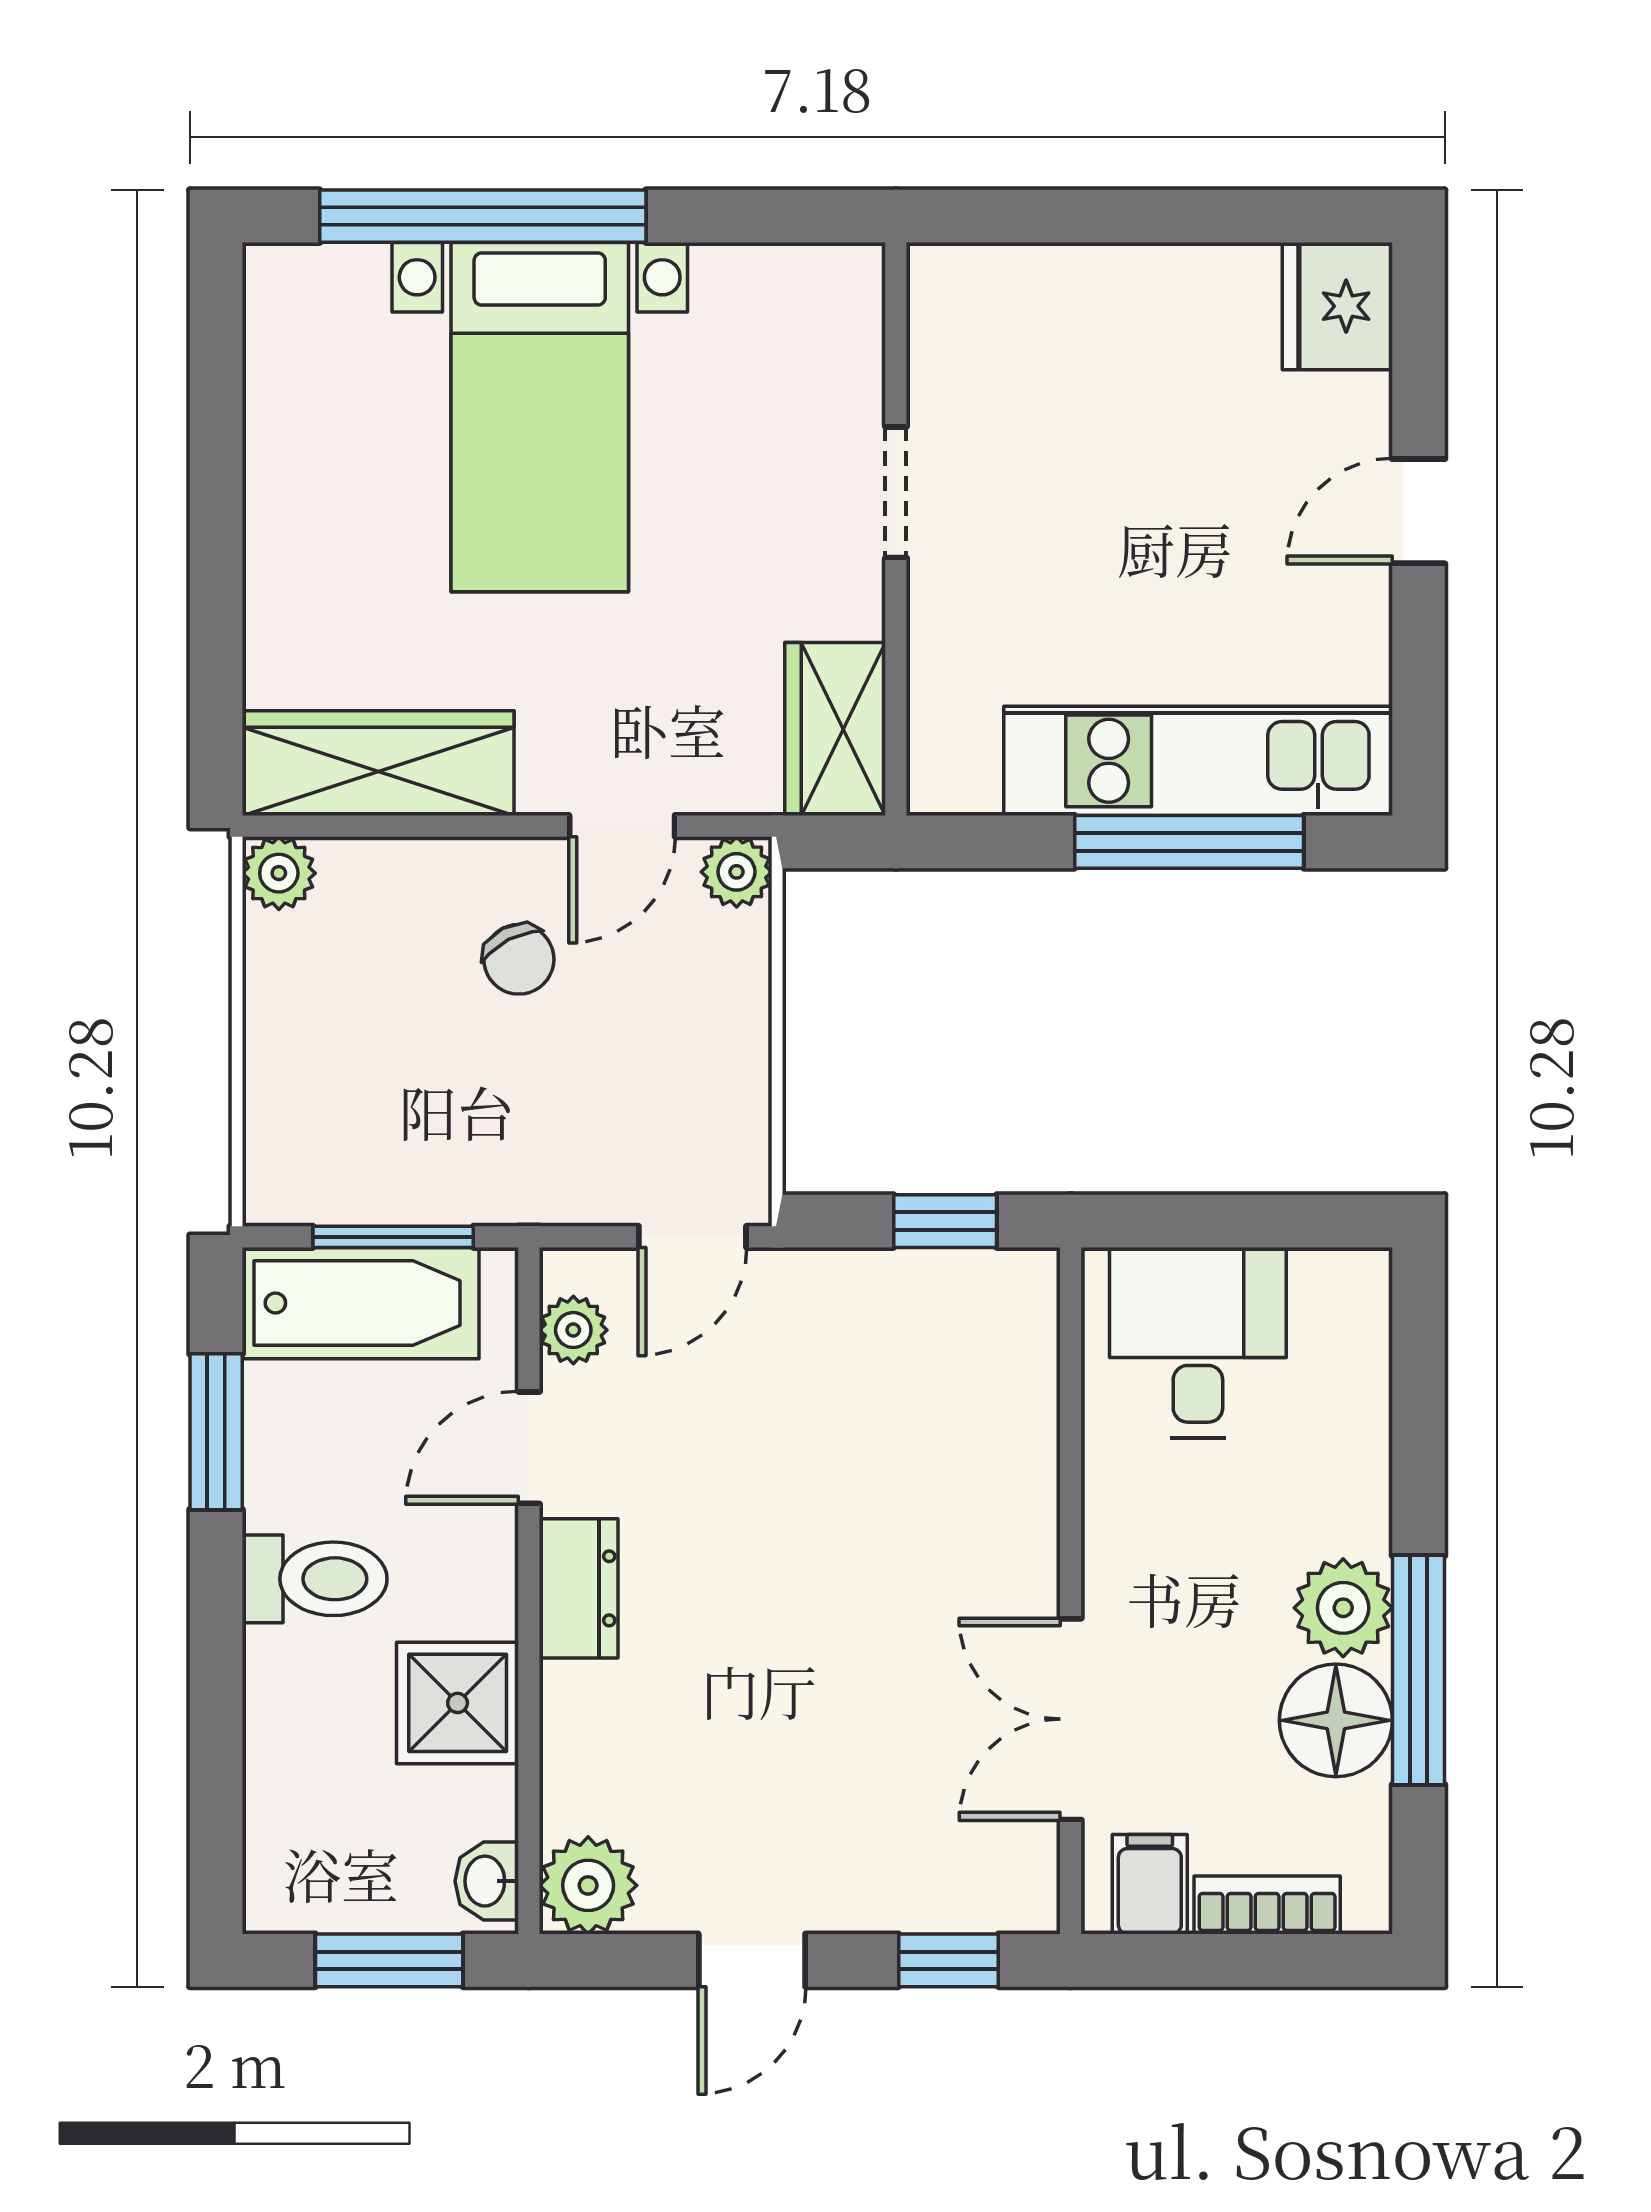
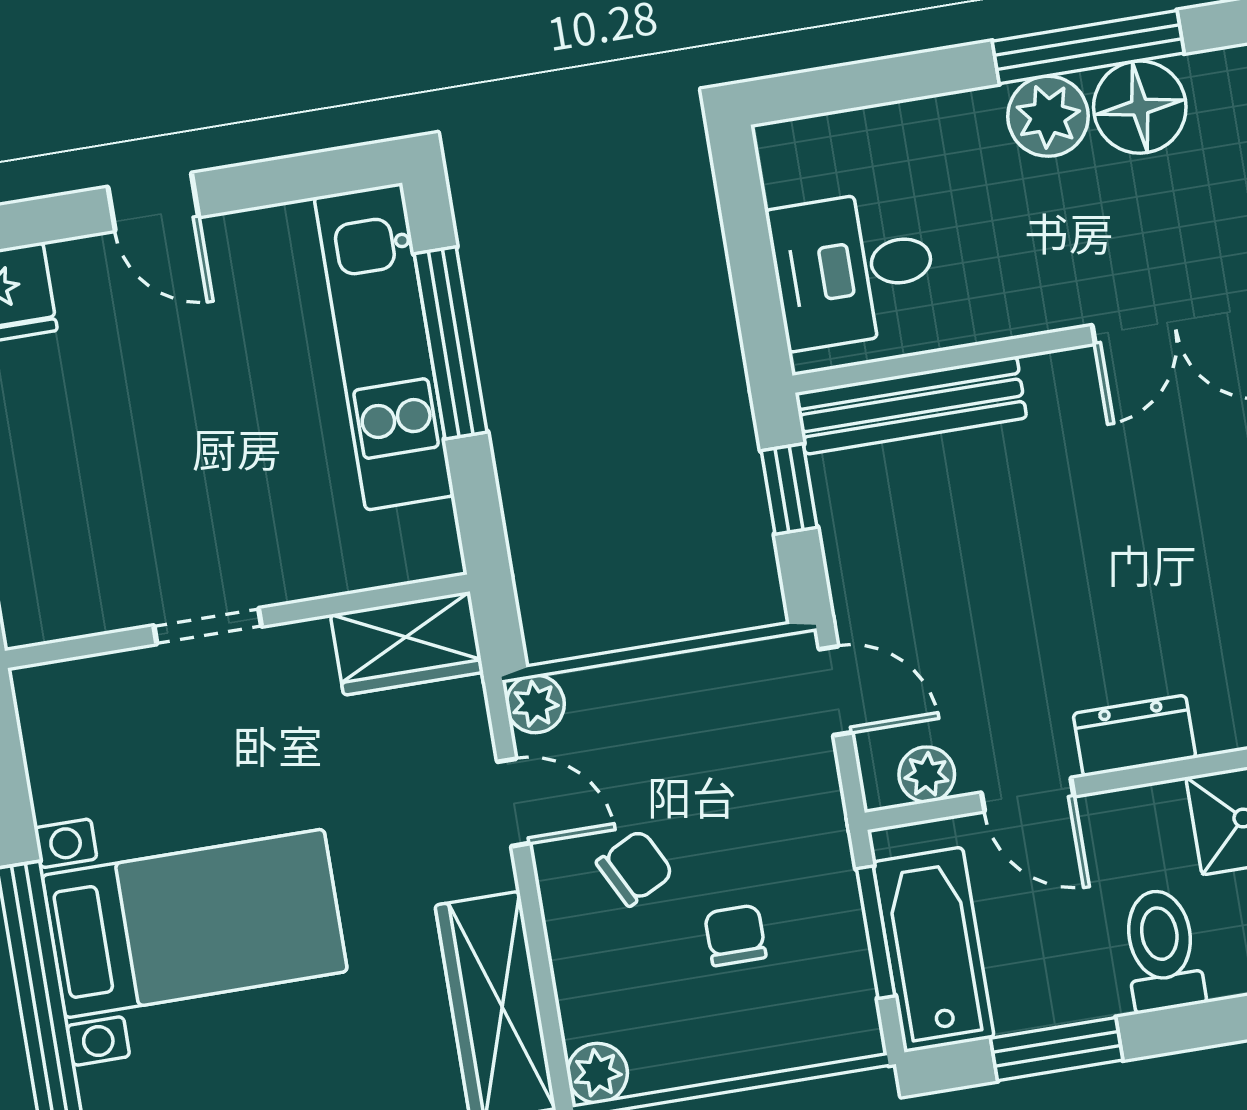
chair: (417, 1067) -> (735, 935), added
bench: (1022, 1385) -> (911, 405), added

